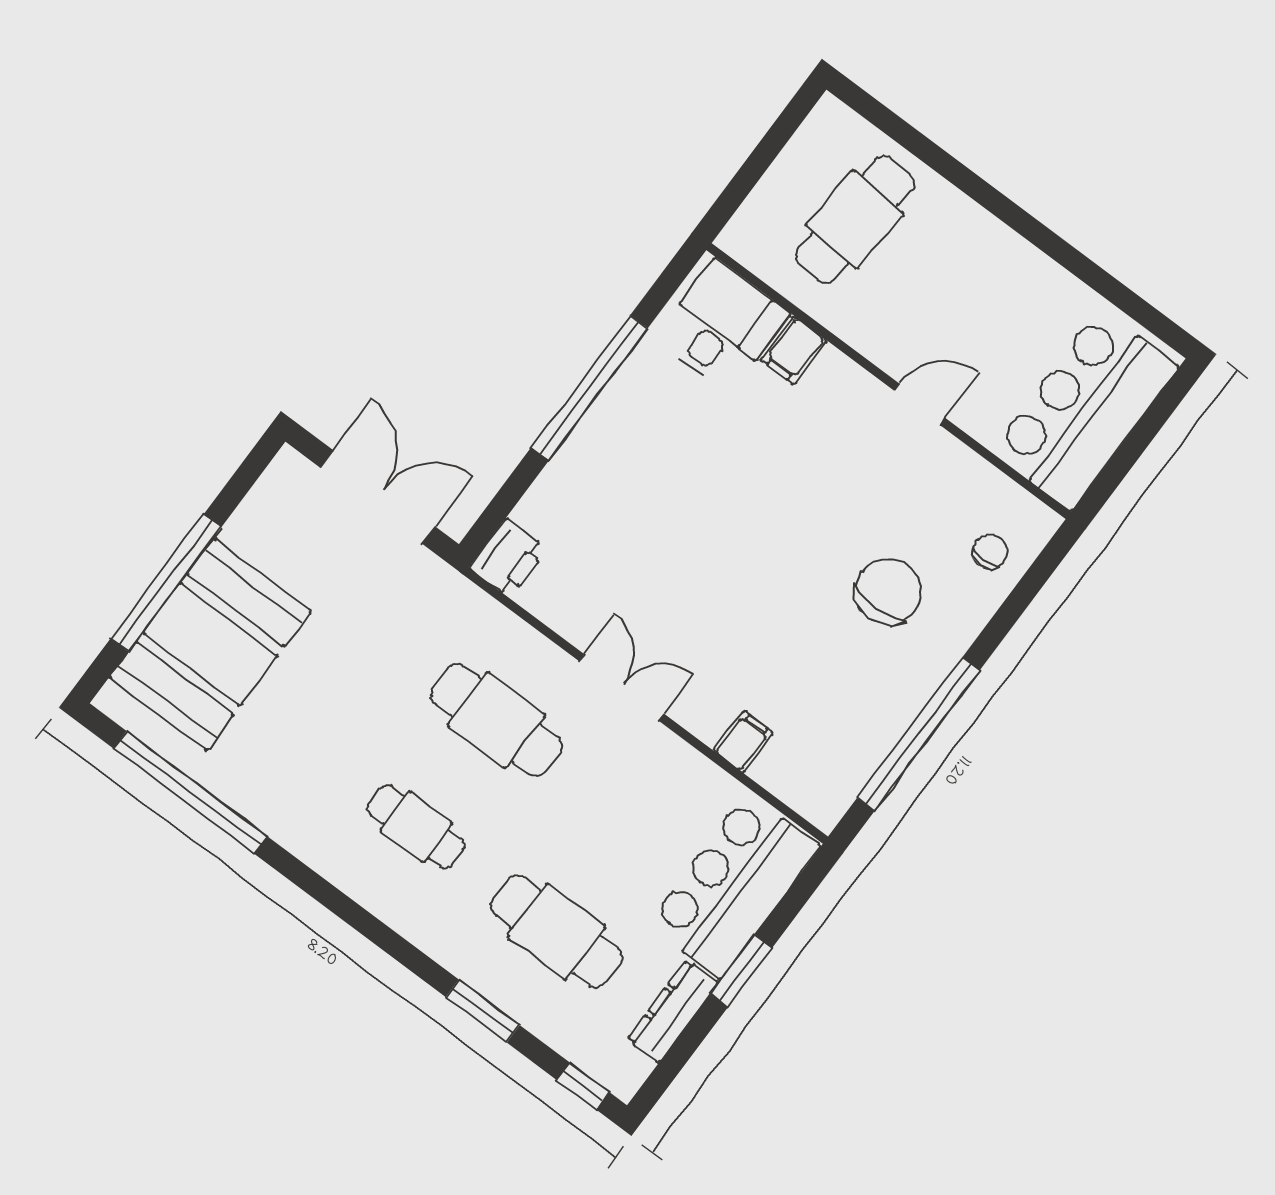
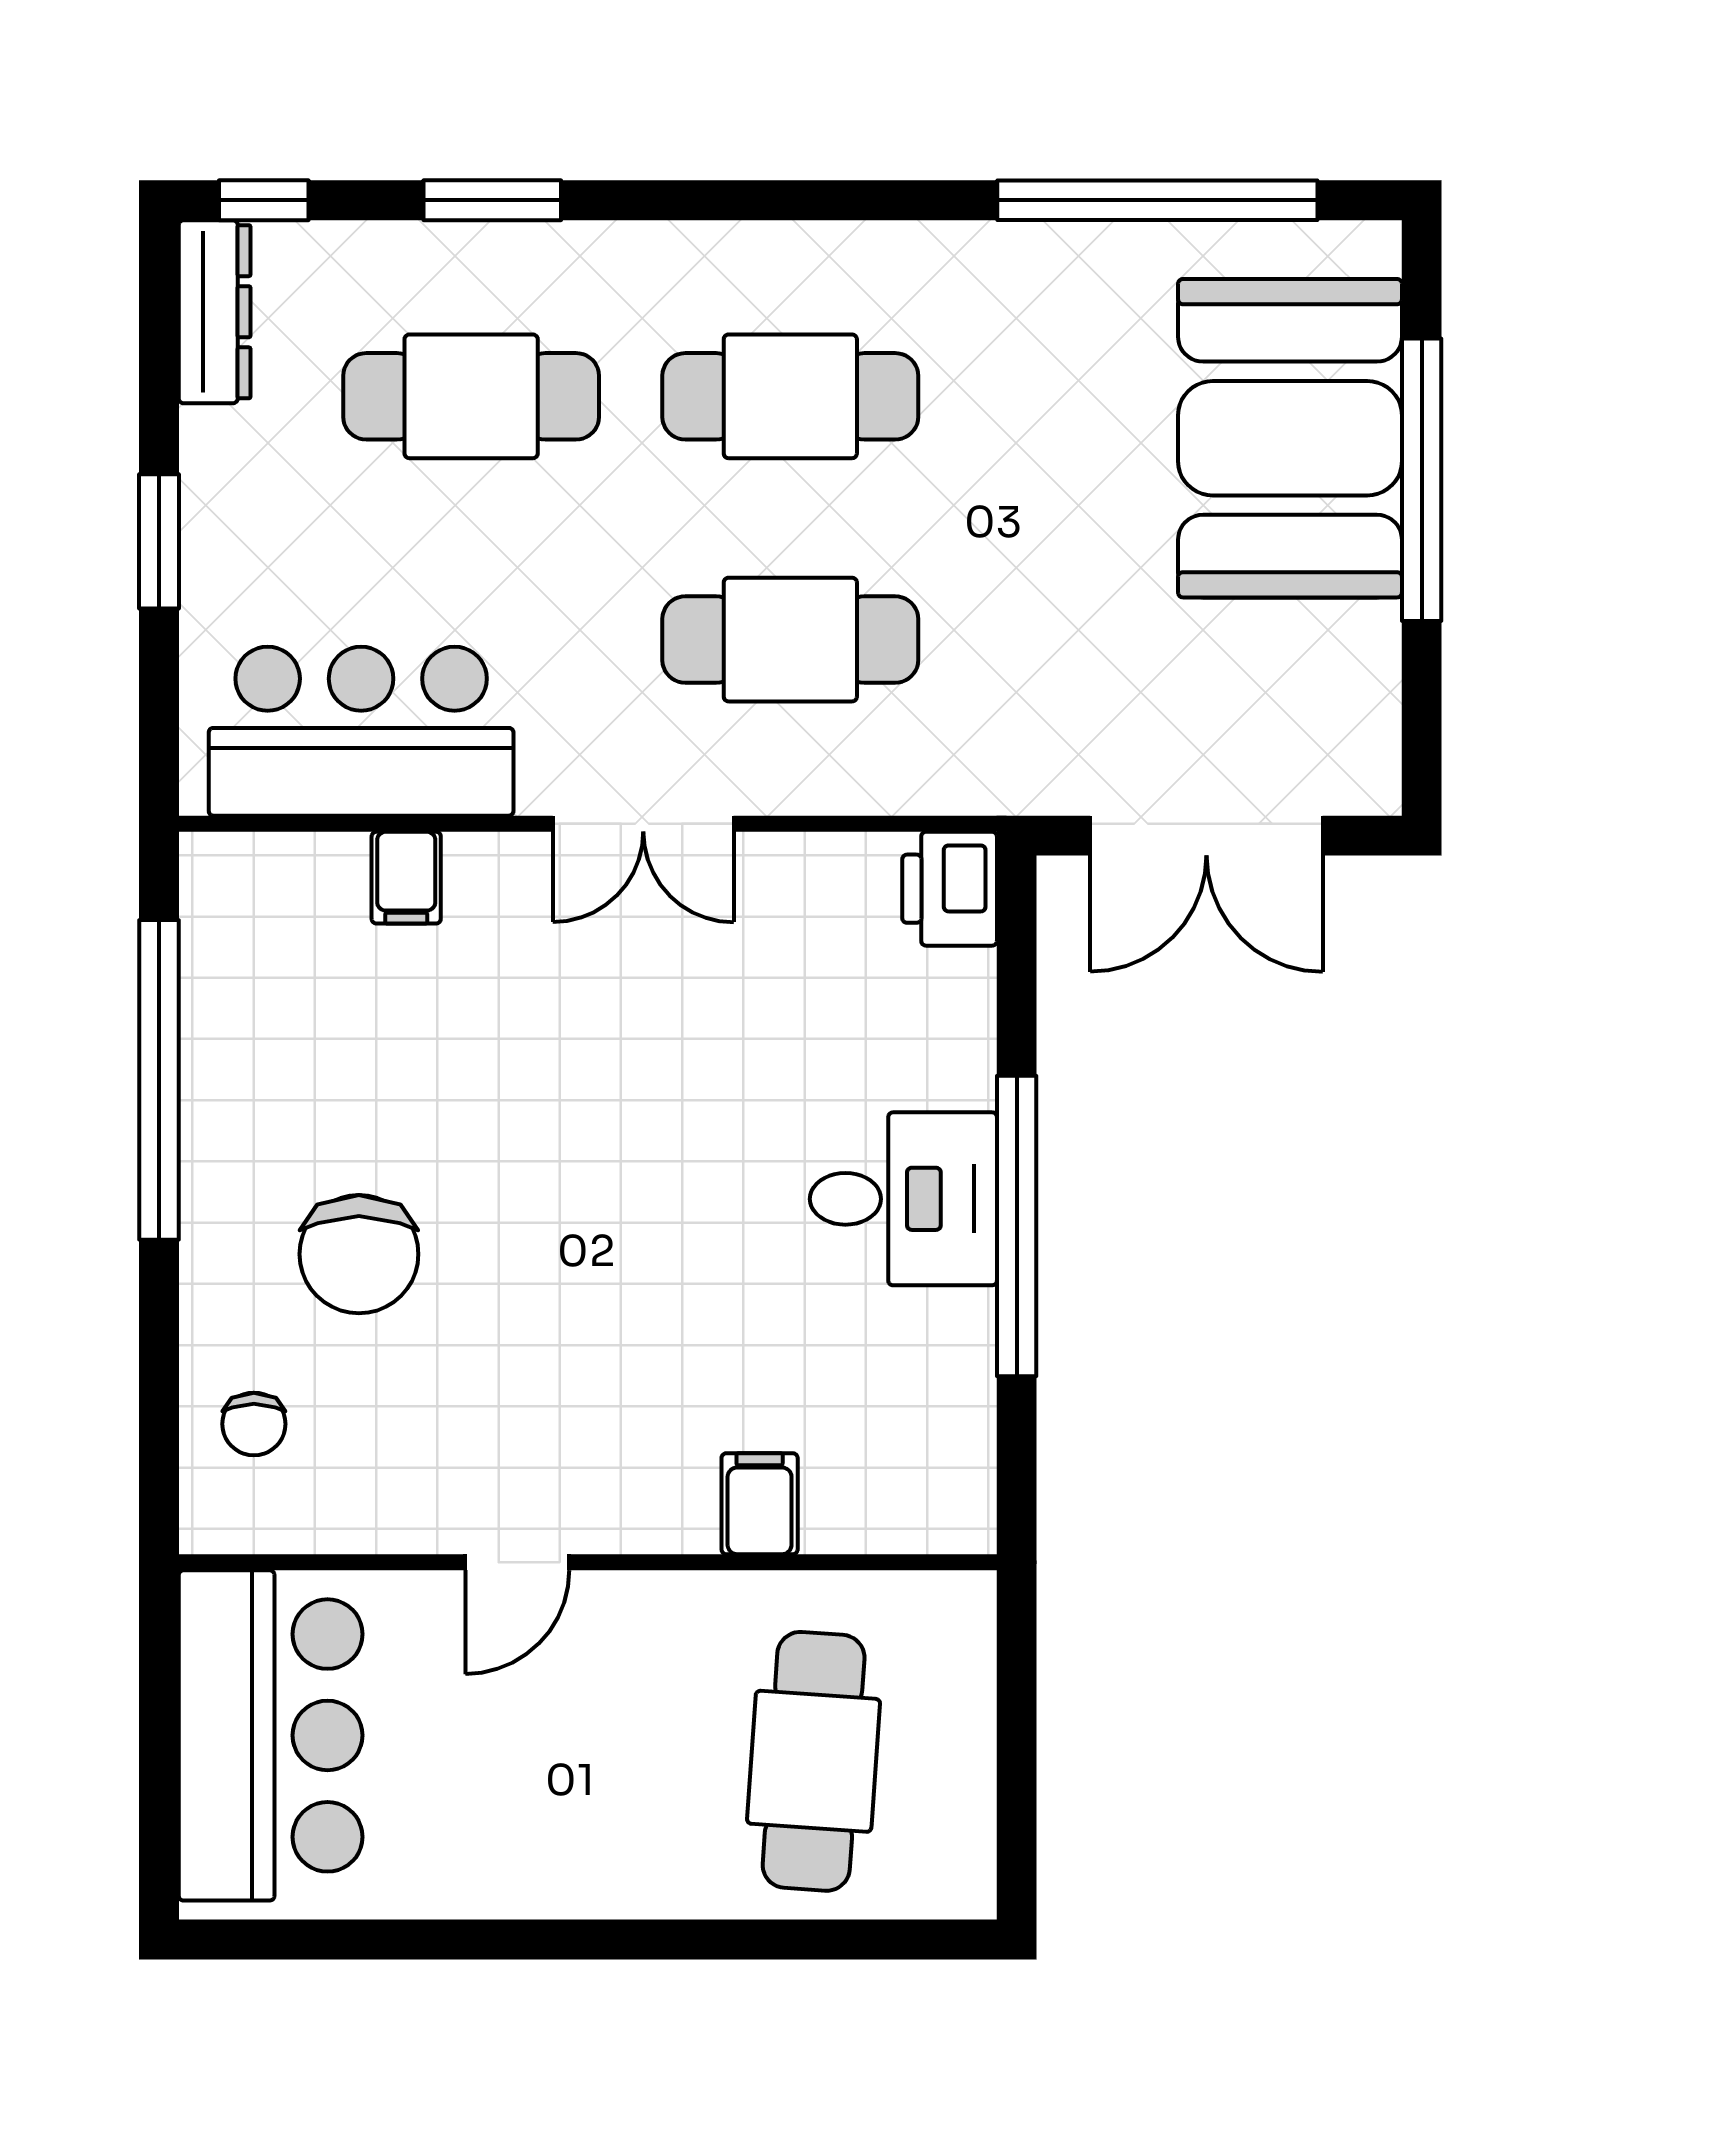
desk: (722, 326) -> (903, 1199), moved, turned -90
cafe table: (416, 827) -> (790, 396), width x1.37, depth x1.35
bar counter: (734, 885) -> (361, 731), moved, turned -90
dresser: (673, 1011) -> (215, 312), moved

